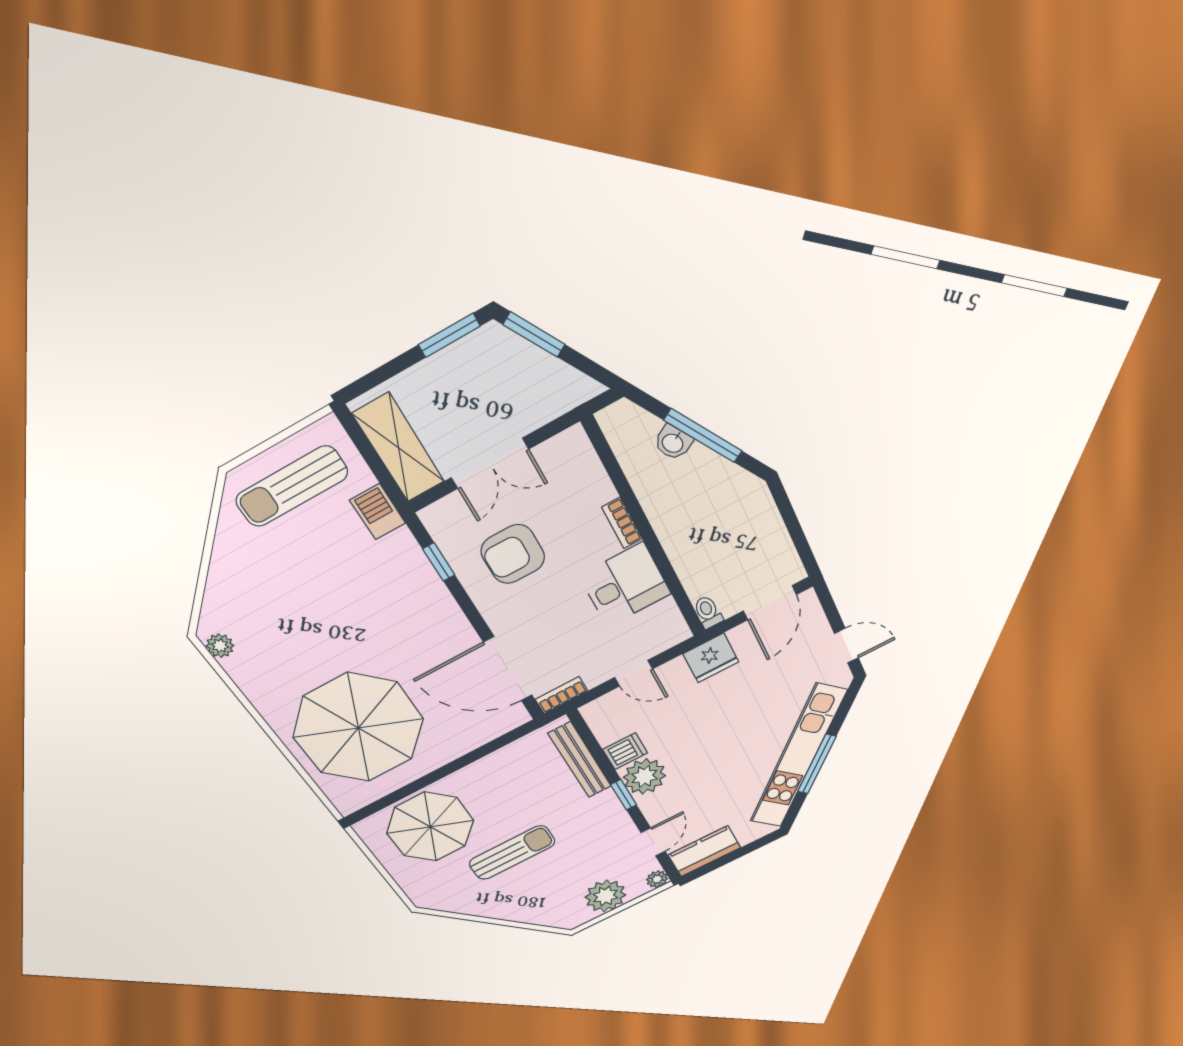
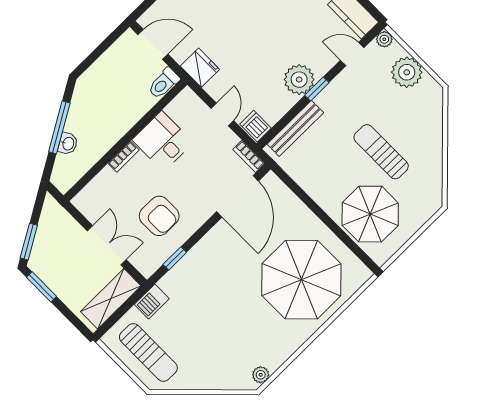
toilet: (708, 612) -> (164, 83), width x1.37, depth x1.39
dishwasher: (625, 751) -> (256, 126), moved

